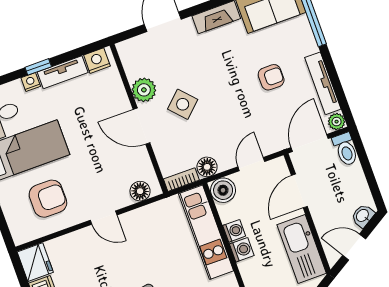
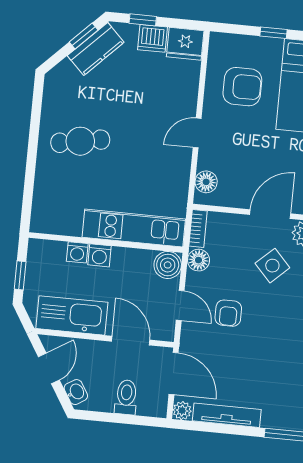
armchair: (271, 77) -> (228, 313), moved
toilet: (345, 149) -> (126, 397), moved, turned 90
armchair: (48, 199) -> (242, 87), turned -90
washing machine: (234, 231) -> (77, 252), moved

